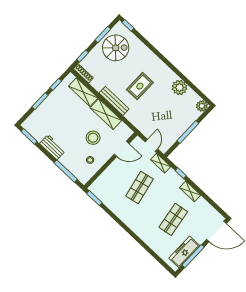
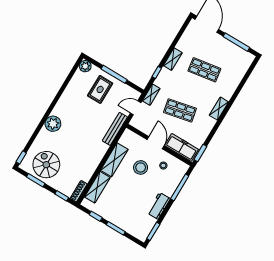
rug: (140, 86) -> (100, 89), moved, turned 90
plant: (180, 87) -> (53, 124), moved
bench: (114, 101) -> (115, 129), moved
door: (122, 149) -> (156, 143), moved
shelving: (133, 225) -> (219, 109), added
freezer: (184, 252) -> (182, 147), moved, turned 180

